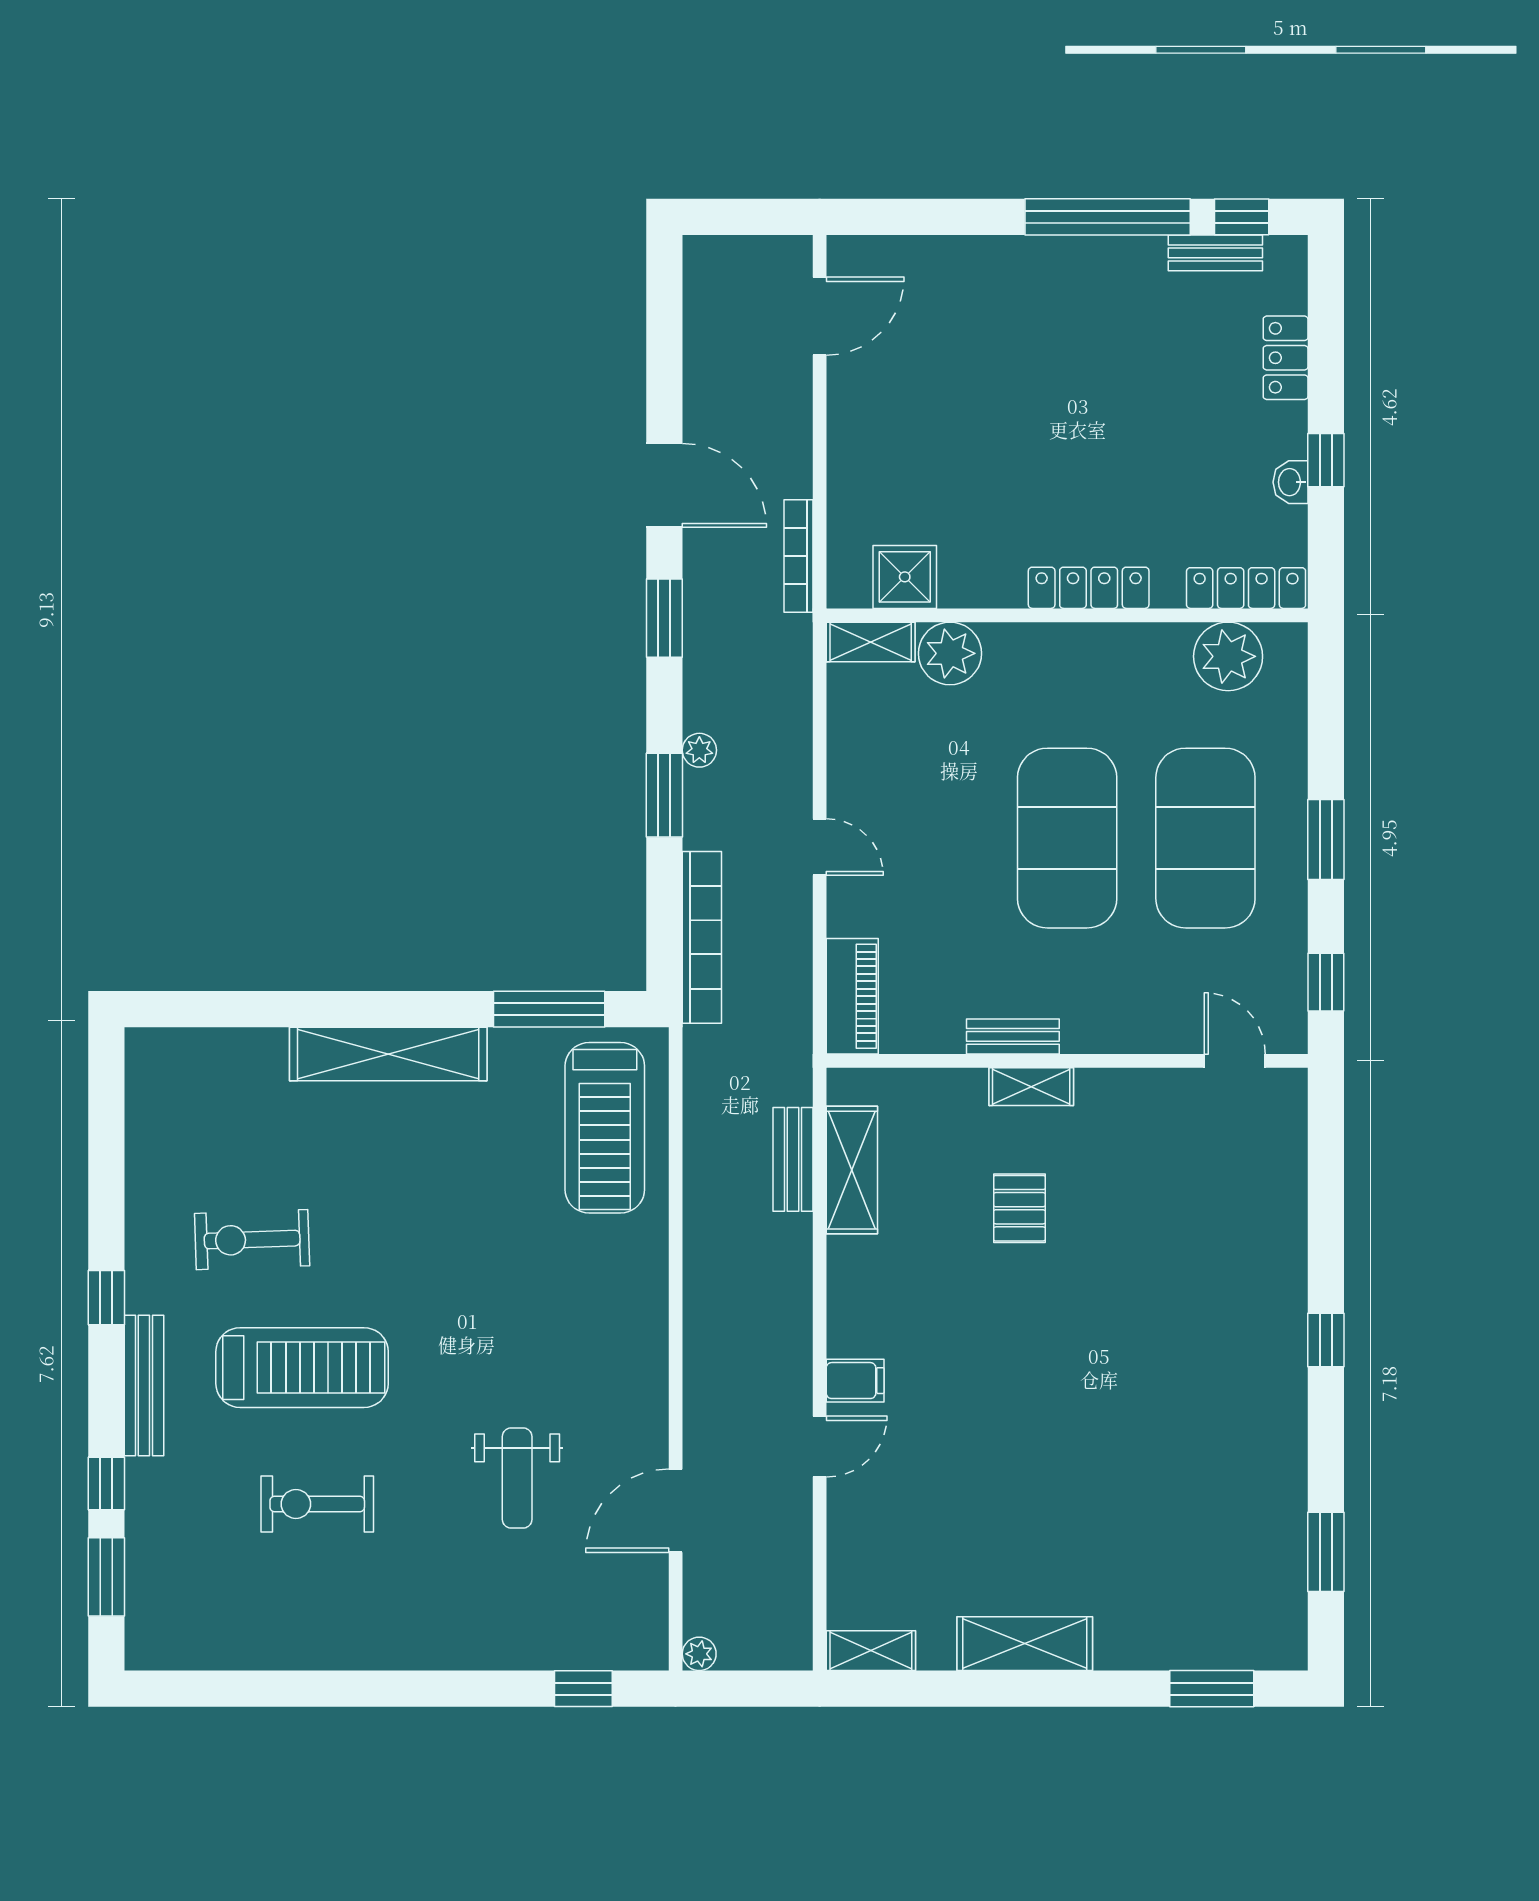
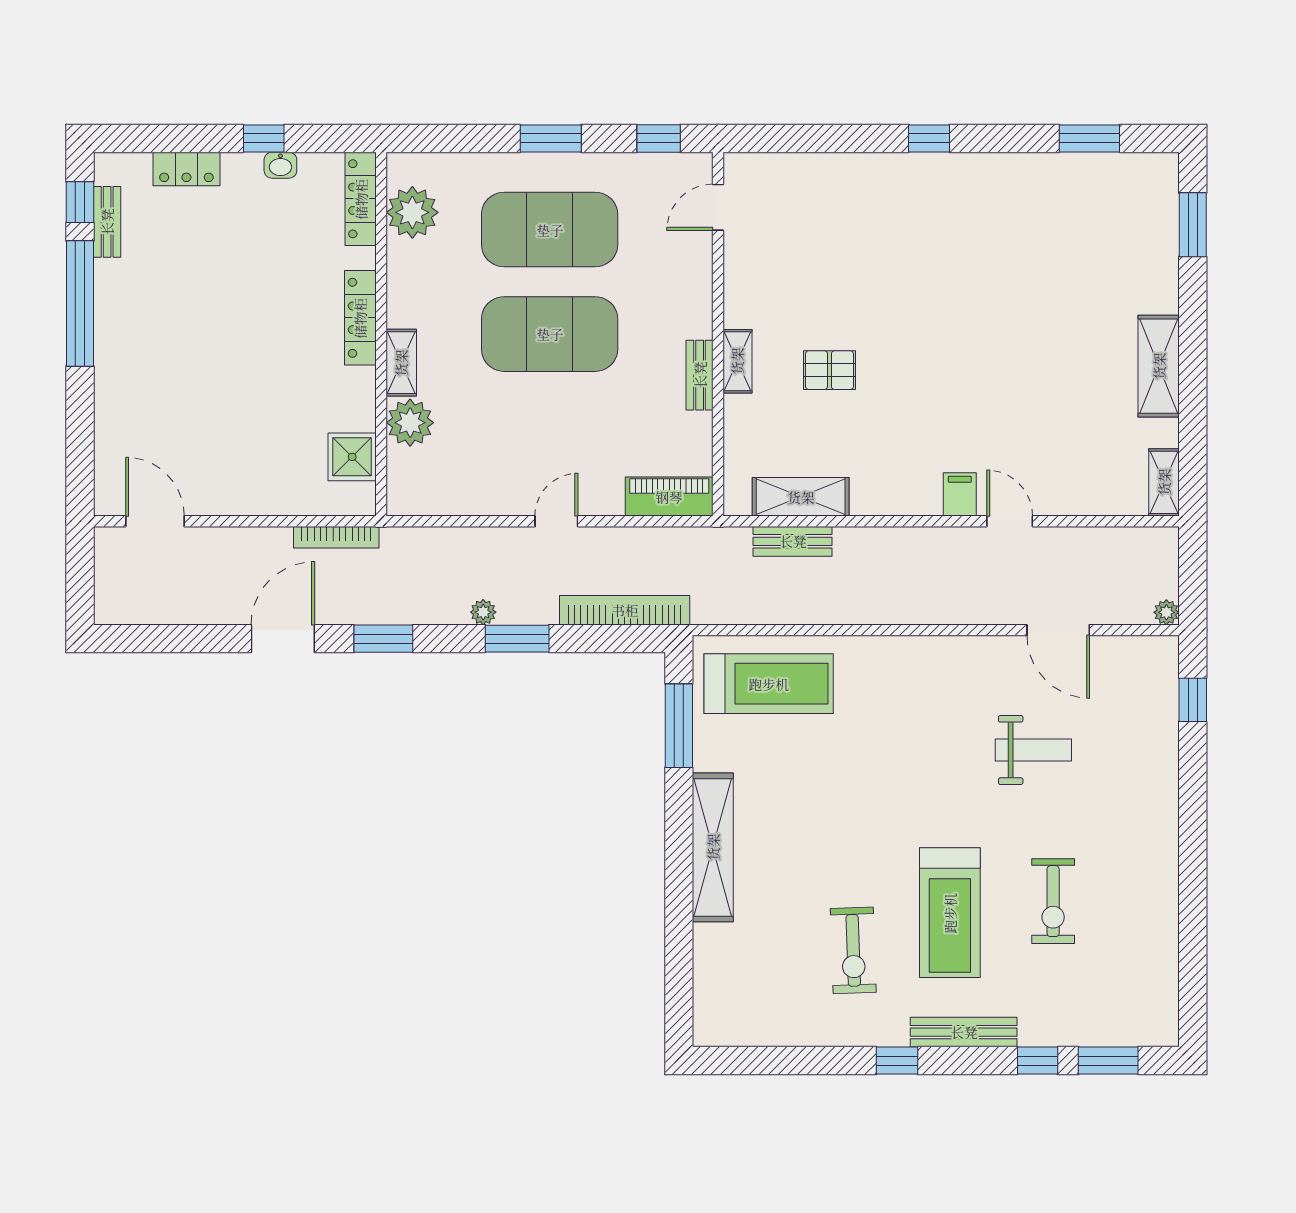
shelving: (871, 642) -> (401, 363), moved
treadmill: (302, 1368) -> (950, 913), turned 180

